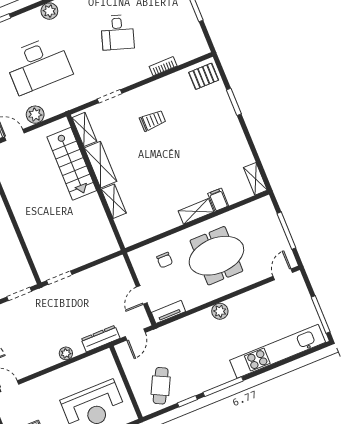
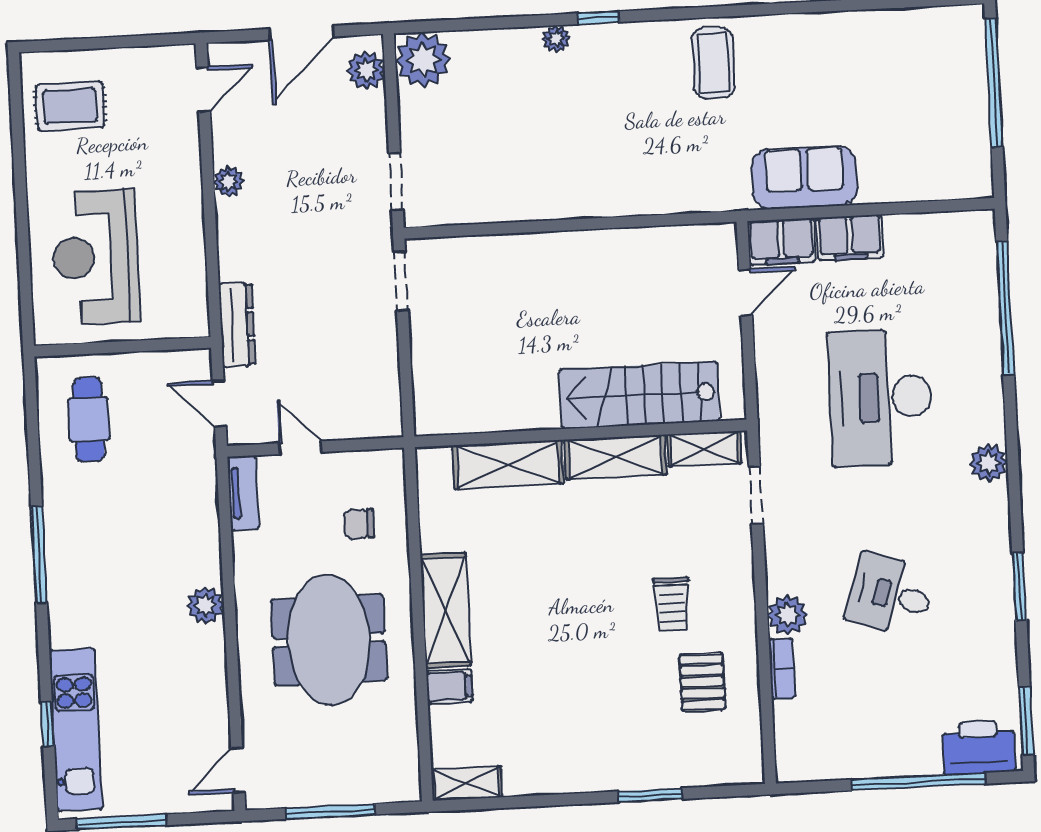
pallet: (204, 76) -> (702, 682), moved
doorway: (110, 96) -> (756, 495), moved
plant: (35, 115) -> (787, 615), moved
shelving: (114, 201) -> (508, 464), width x1.50, depth x1.33
shelving: (196, 211) -> (446, 610), width x1.50, depth x1.33
door: (283, 274) -> (238, 770), swing flipped
kitchen unit: (278, 351) -> (76, 730), width x0.73
plant: (66, 353) -> (228, 182), moved
cafe table: (161, 386) -> (89, 420), turned 63
window: (187, 401) -> (48, 724), moved

